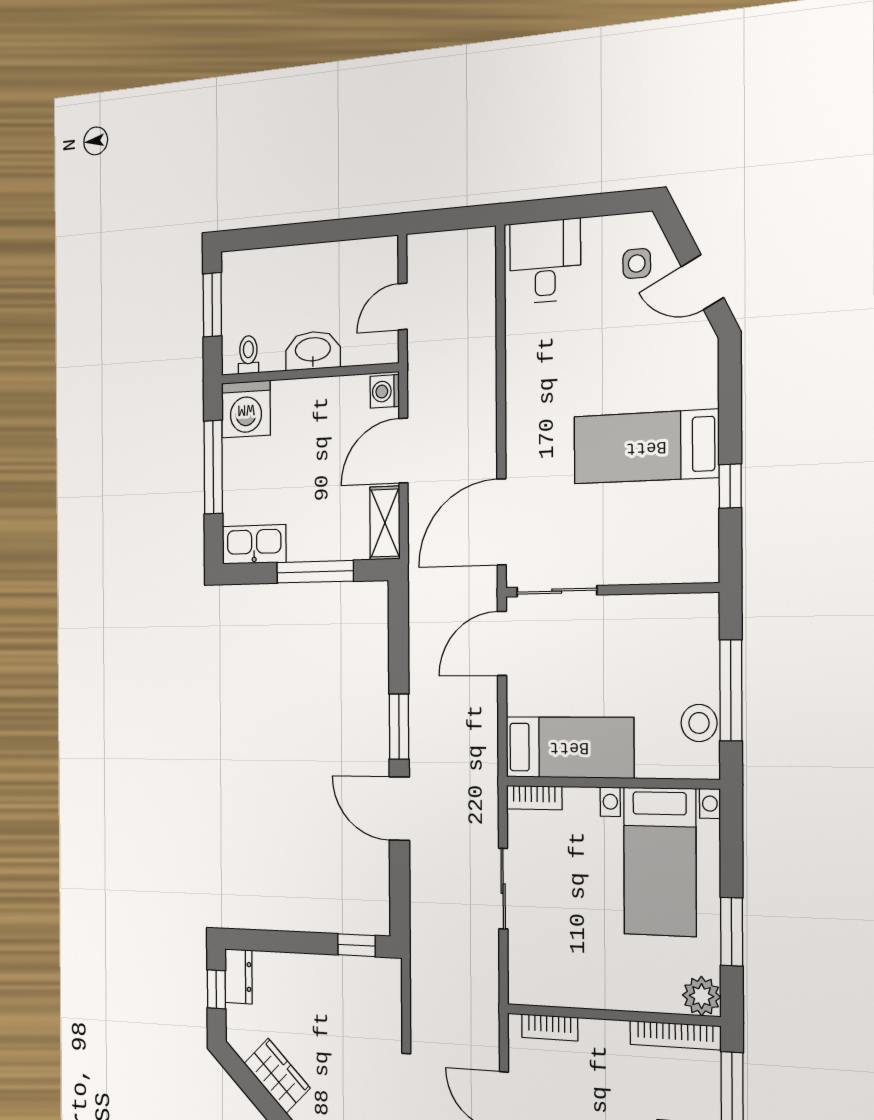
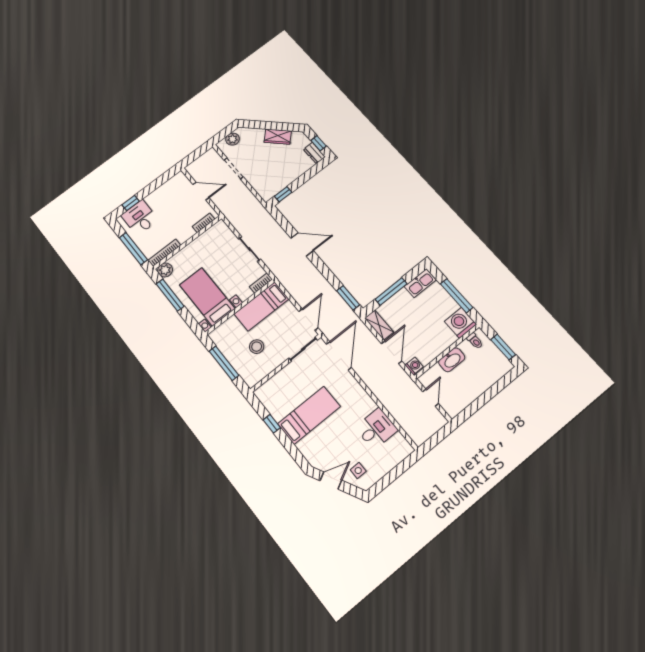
desk: (545, 261) -> (376, 429), moved, turned -90
stool: (699, 723) -> (257, 347), moved
window: (399, 727) -> (348, 298), moved
window: (732, 932) -> (170, 295), width x1.44

